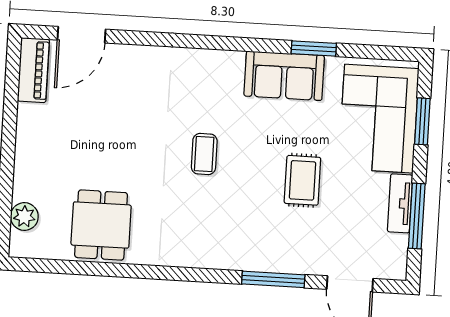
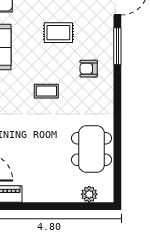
dining table: (101, 225) -> (91, 149), width x1.37
armchair: (238, 228) -> (89, 69), added

